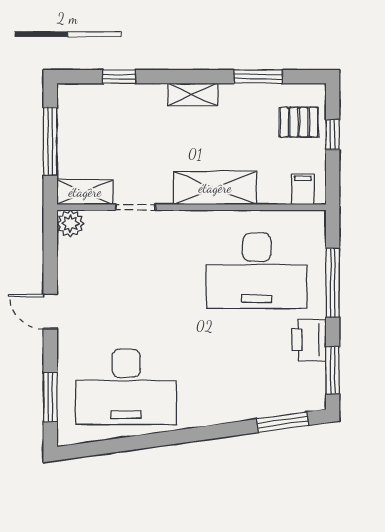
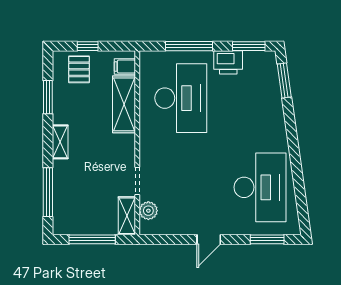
window: (119, 77) -> (48, 192), width x2.17
shelving: (215, 188) -> (124, 104), moved
plant: (70, 223) -> (148, 211), moved

